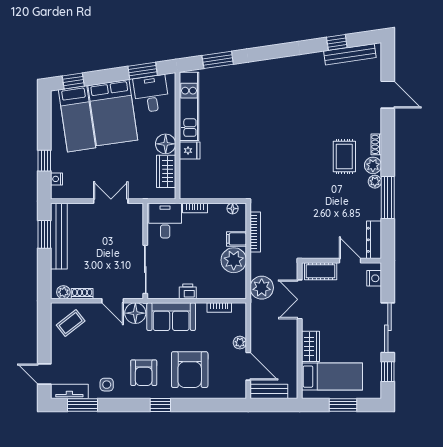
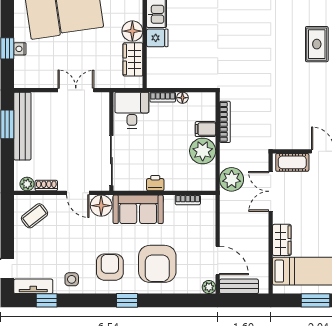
nightstand: (57, 179) -> (20, 49), moved
floor lamp: (233, 209) -> (182, 98), moved
plant: (240, 343) -> (209, 287), moved
armchair: (144, 373) -> (110, 267), turned 180
window: (83, 405) -> (47, 300), width x0.67

